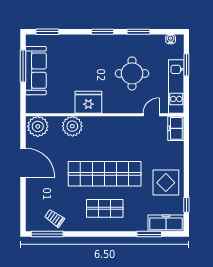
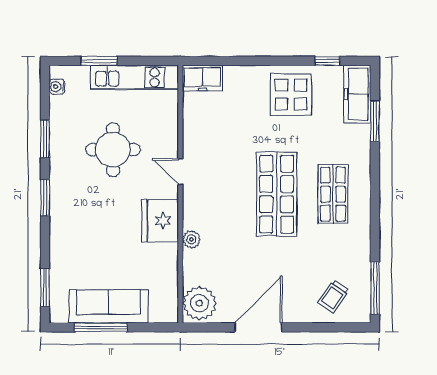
door: (151, 115) -> (180, 172), moved
plant: (72, 126) -> (191, 239), width x0.53, depth x0.53
shop shelf: (105, 174) -> (277, 194), width x0.71
trolley: (54, 218) -> (334, 297), moved

